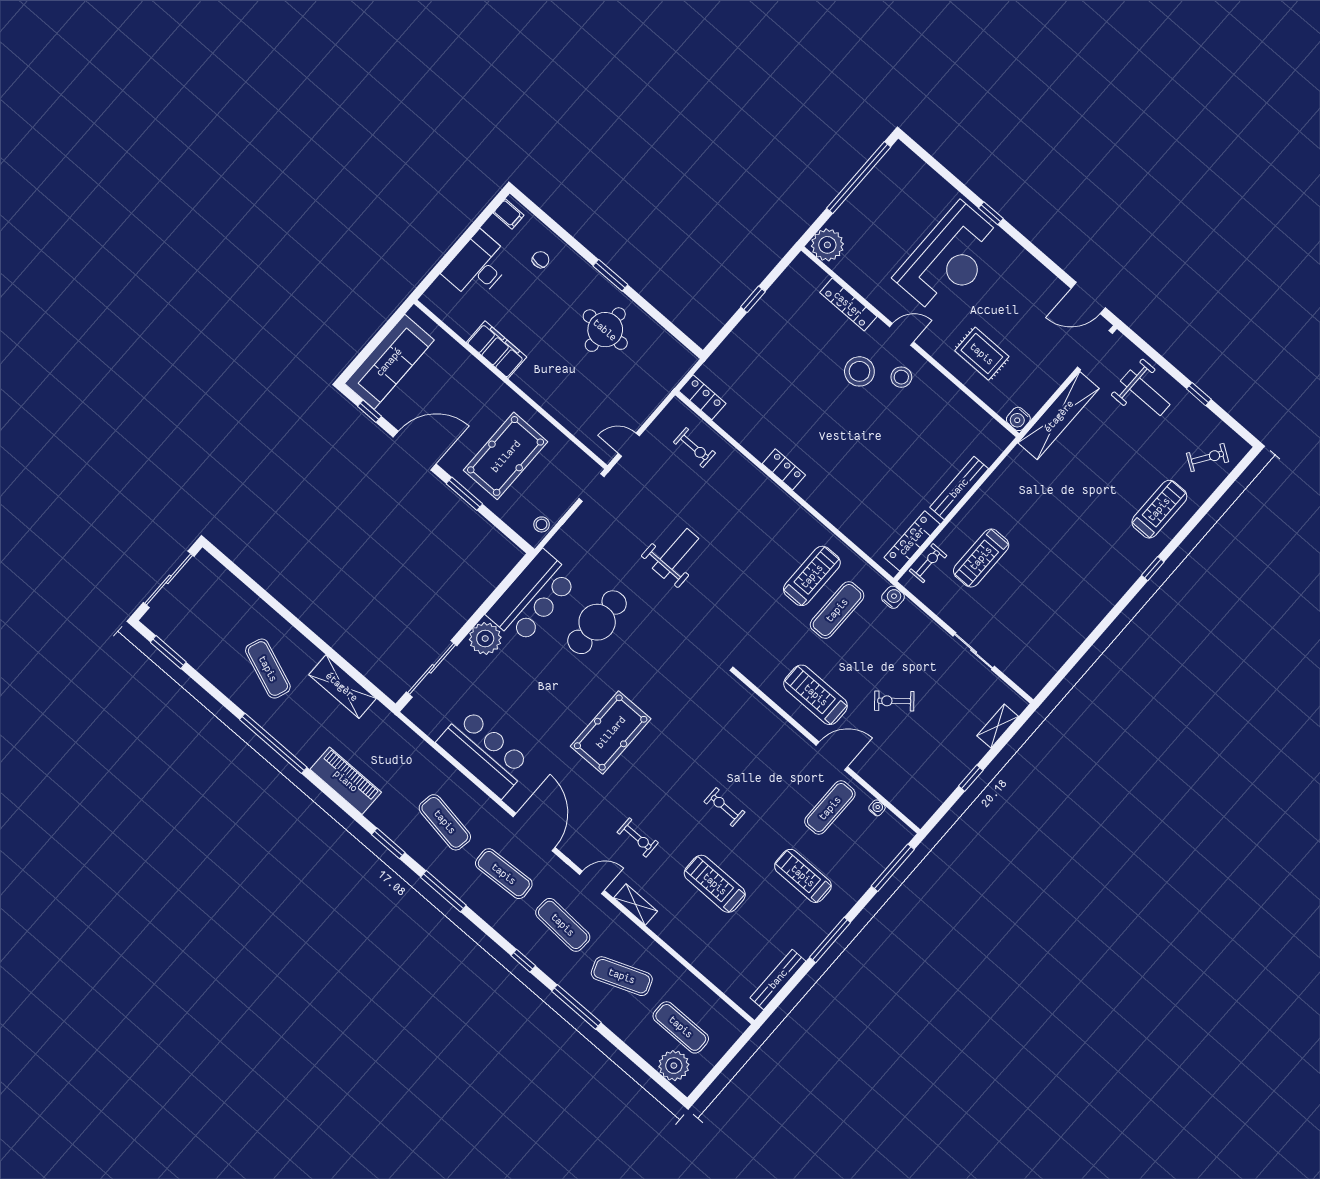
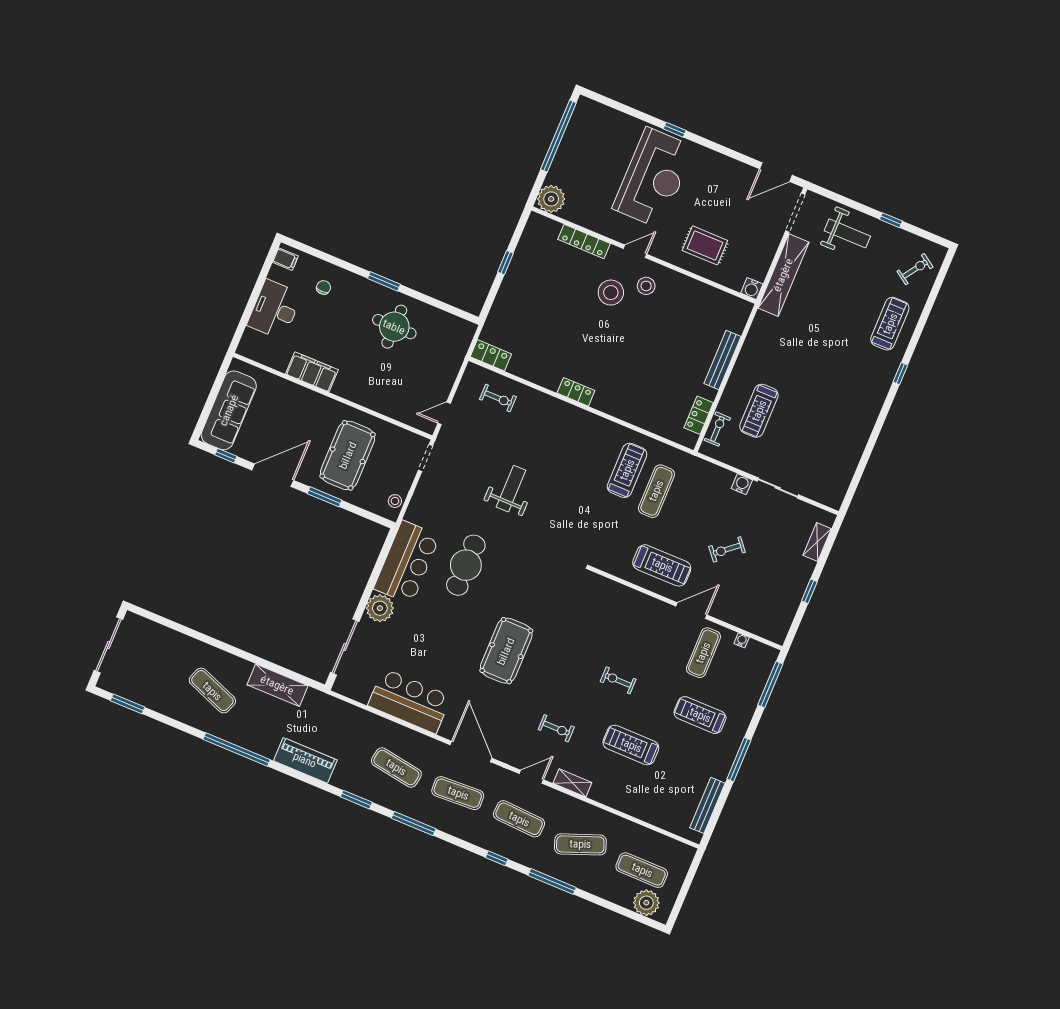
locker: (912, 541) -> (699, 415), width x0.66
water cooler: (893, 597) -> (742, 484), moved
treadmill: (816, 695) -> (662, 565), turned 180

